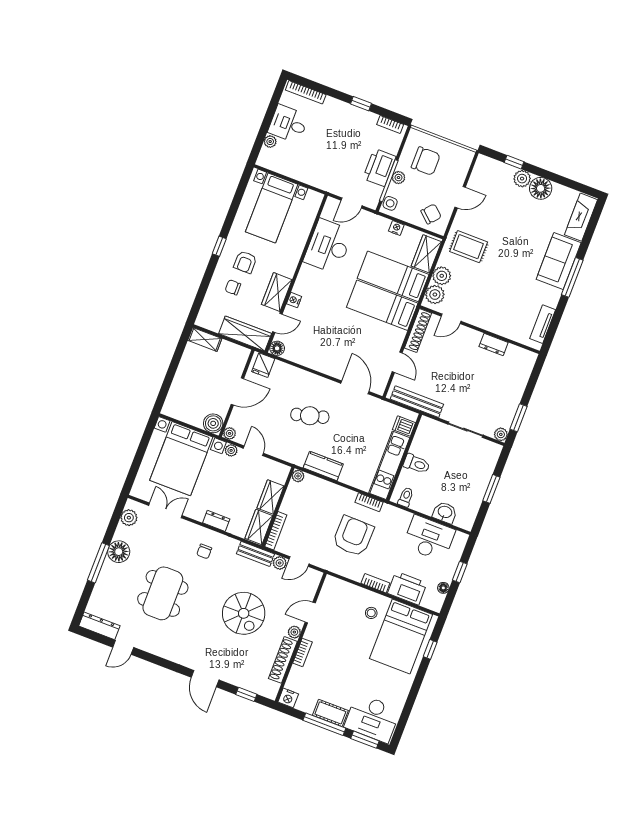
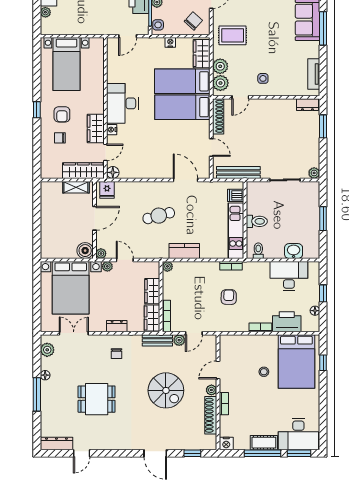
desk: (328, 246) -> (122, 103), moved
side table: (484, 307) -> (263, 78), added
shelving: (205, 339) -> (76, 187), moved
dresser: (494, 344) -> (307, 105), moved
window: (519, 418) -> (323, 126), moved
armchair: (353, 536) -> (229, 297), width x0.53, depth x0.53
floor lamp: (119, 552) -> (45, 375), width x0.53, depth x0.53
dining table: (163, 593) -> (97, 399), width x0.73
stool: (371, 613) -> (264, 372), moved

